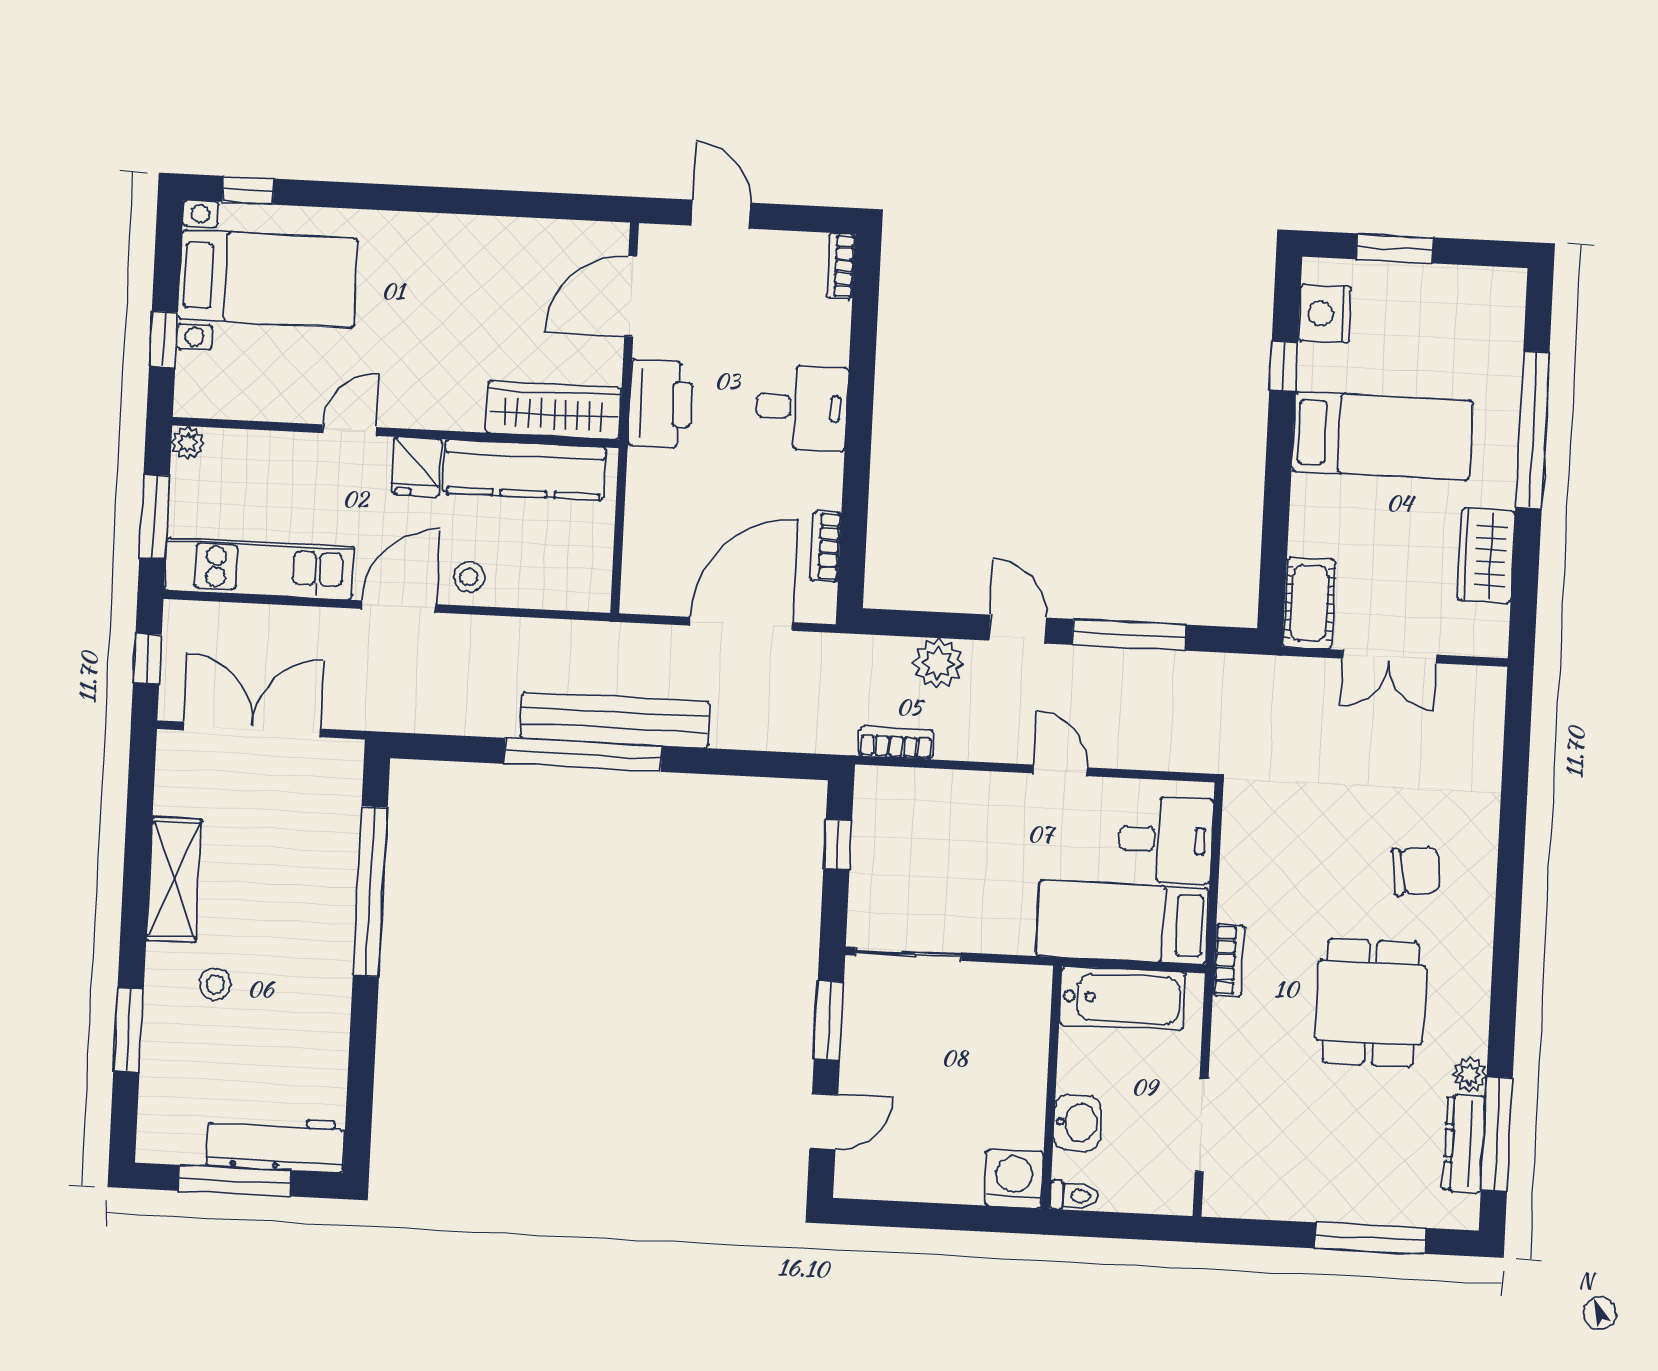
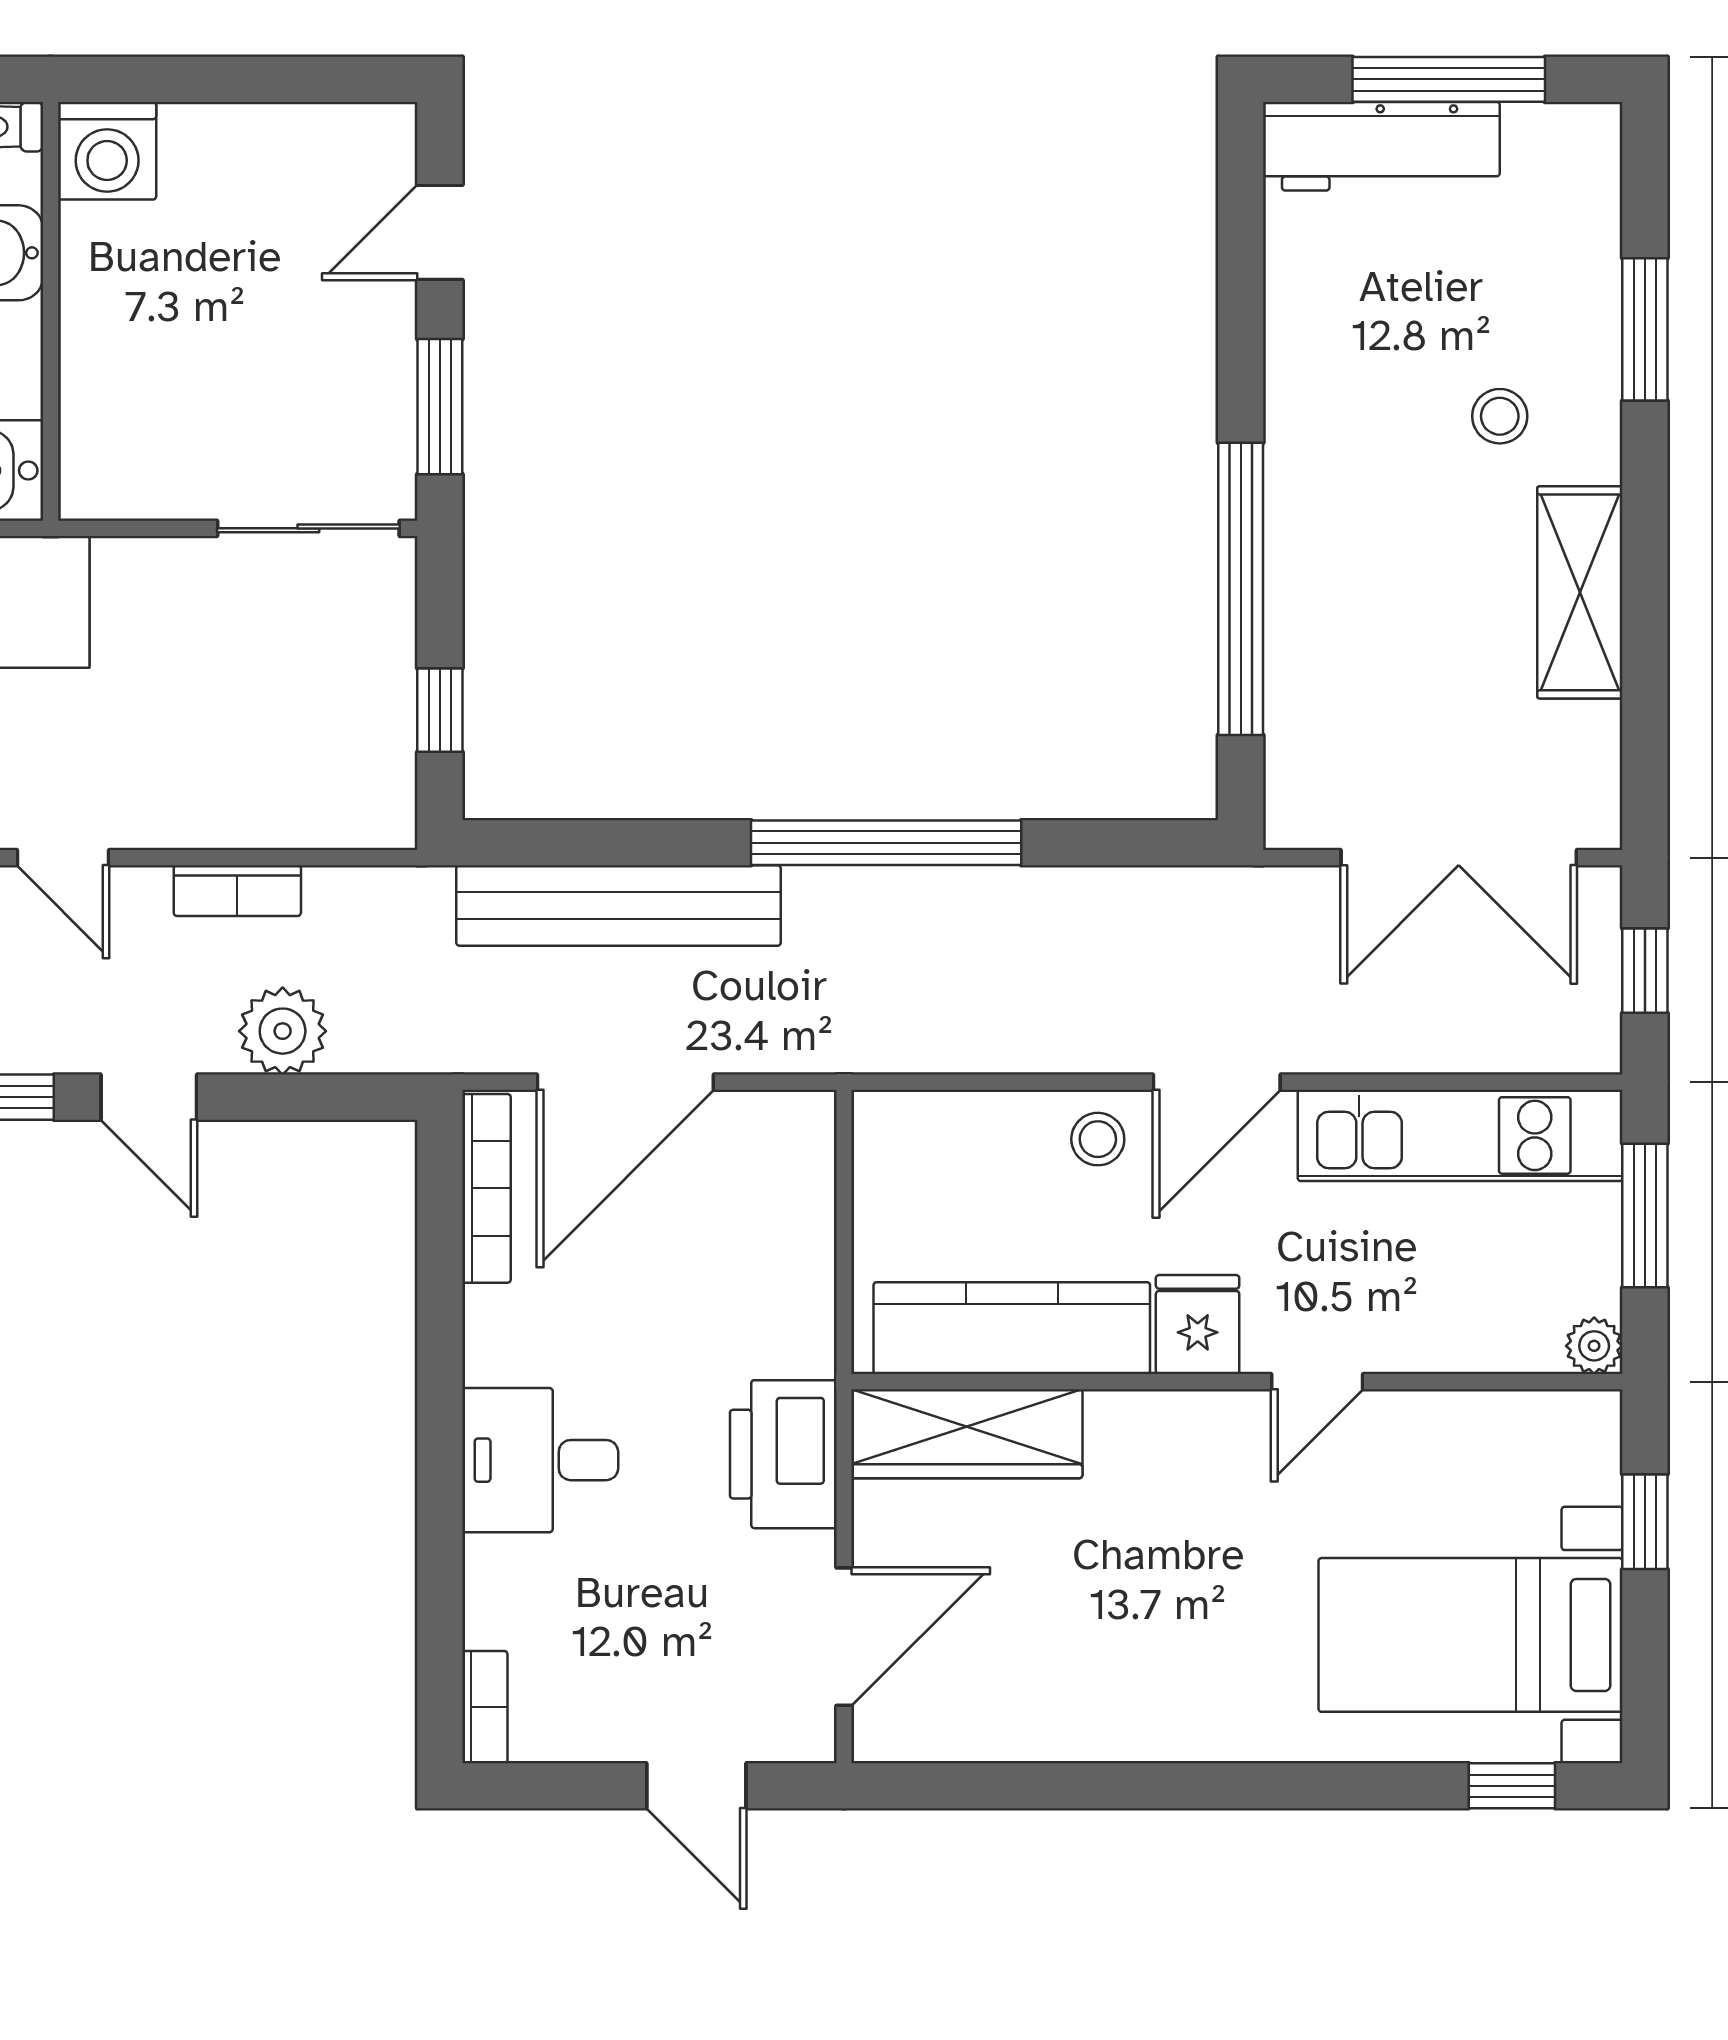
bookcase: (826, 547) -> (486, 1188), width x1.56
bench: (615, 720) -> (619, 906), moved
bookcase: (896, 743) -> (237, 891), moved

